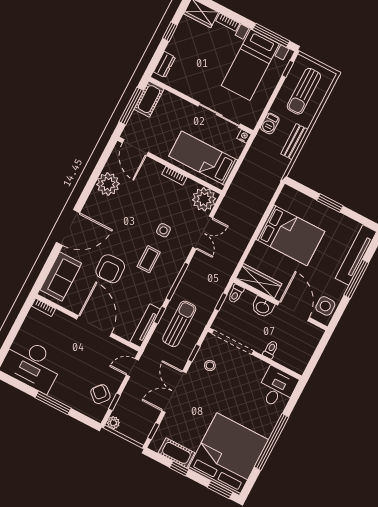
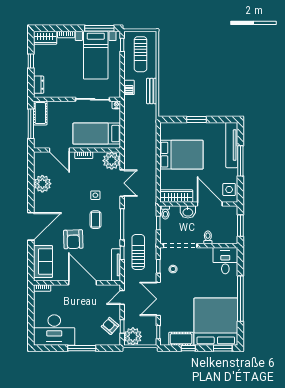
door: (135, 147) -> (59, 150), moved
window: (316, 356) -> (240, 226), added
plant: (113, 423) -> (133, 336), width x1.88, depth x1.88

